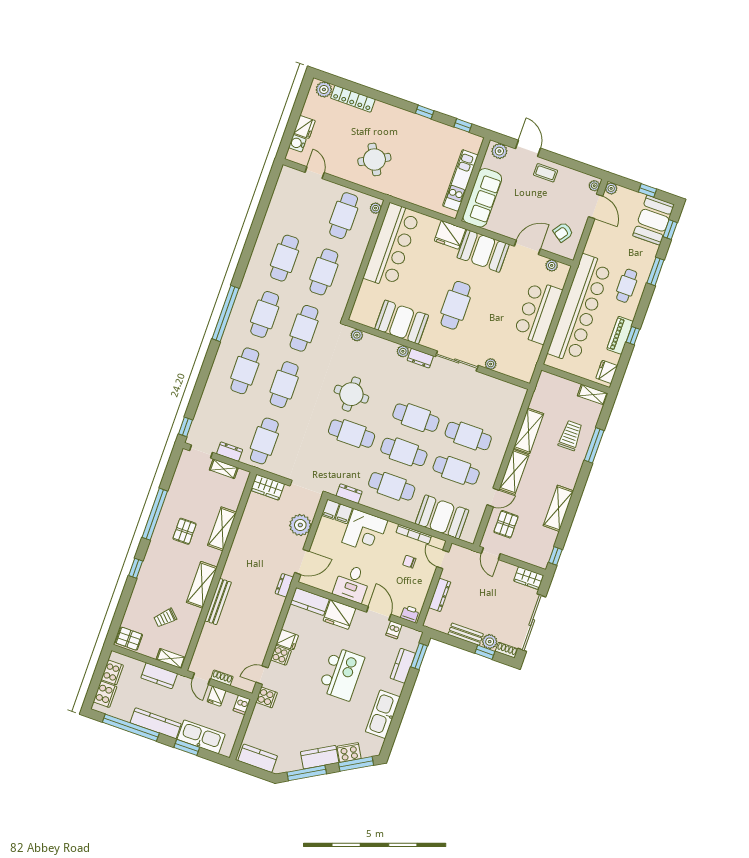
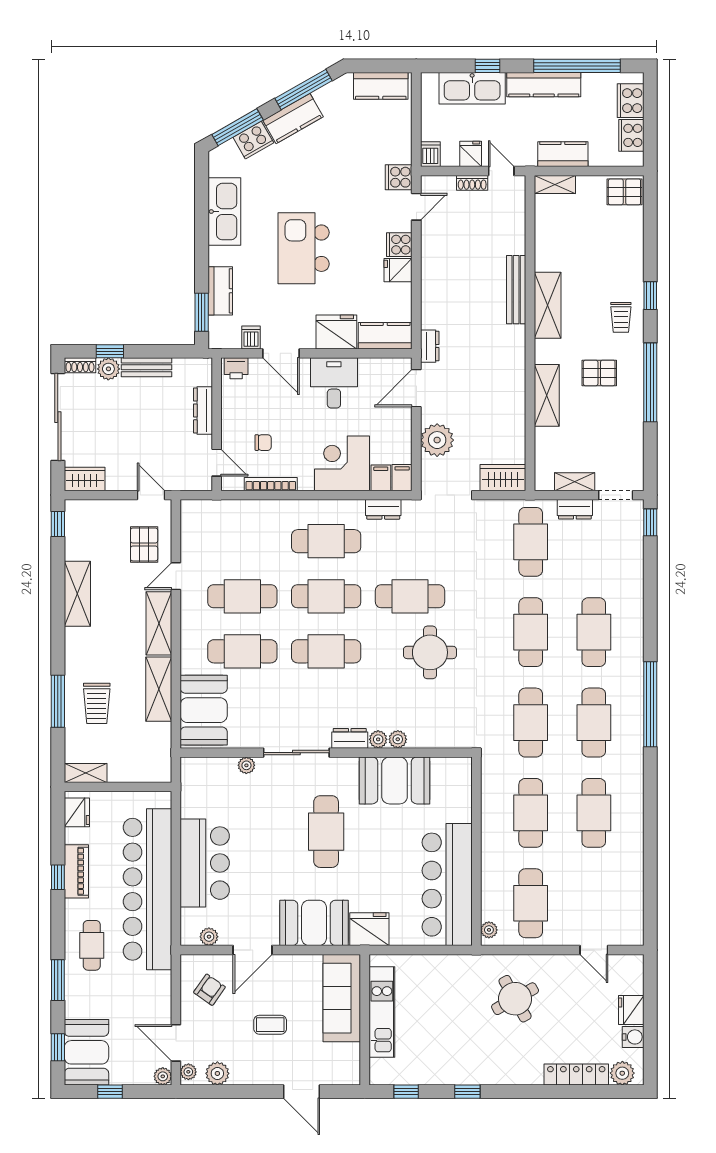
water cooler: (297, 143) -> (633, 1037), moved
plant: (499, 151) -> (217, 1073), moved
coffee table: (546, 173) -> (270, 1025), moved
plant: (357, 335) -> (398, 739), moved
booth: (442, 517) -> (204, 710), moved, turned 90
pallet: (184, 531) -> (599, 373), turned 90
trolley: (165, 618) -> (621, 317), moved, turned 135
window: (187, 747) -> (487, 66), width x0.67

